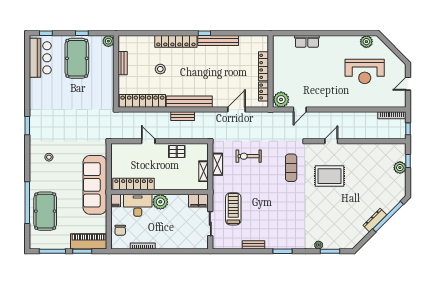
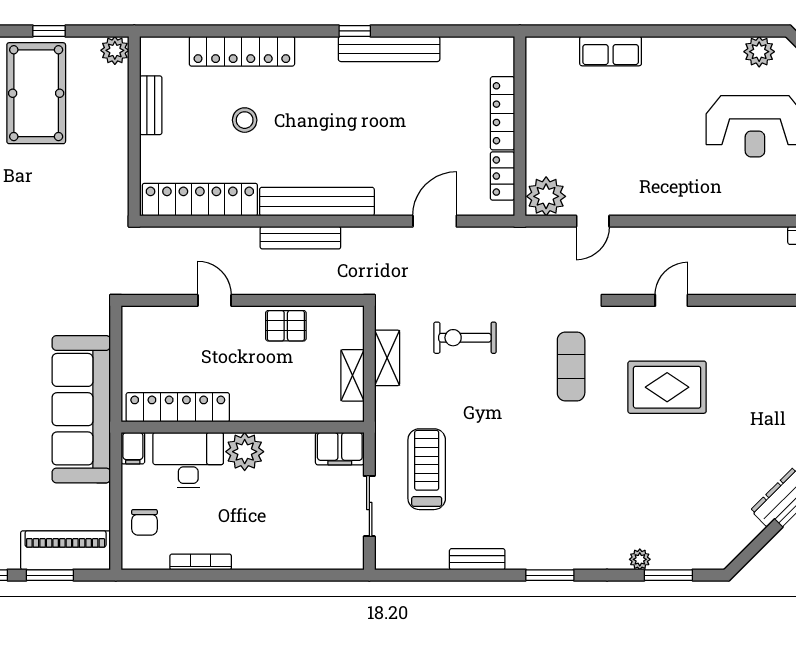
locker: (176, 41) -> (242, 51), moved
bench: (183, 116) -> (300, 238), width x1.36

